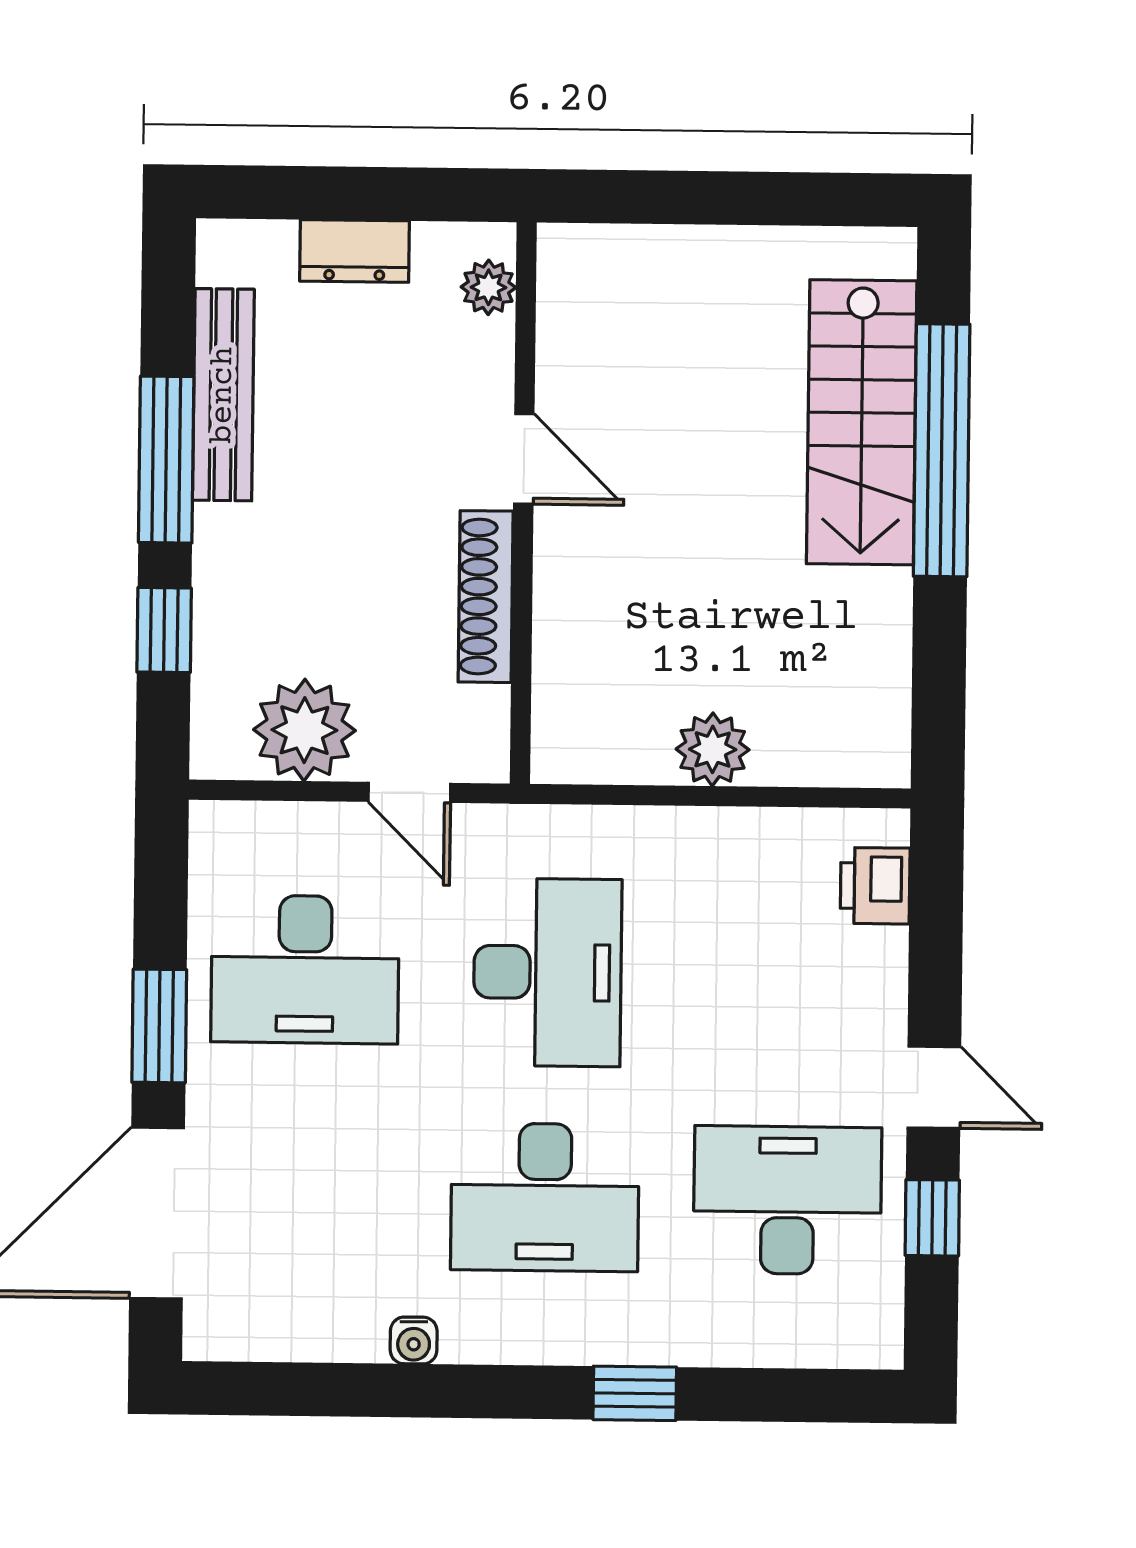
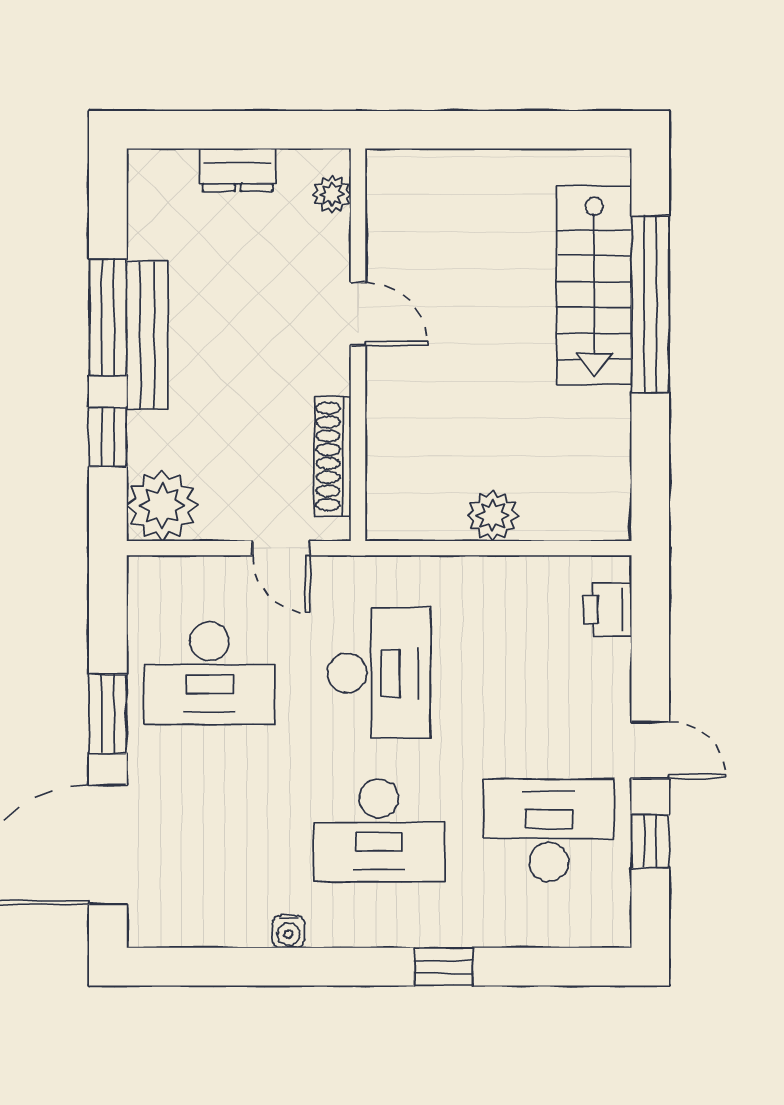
bench: (223, 395) -> (147, 335), moved
shoe rack: (486, 597) -> (332, 456), moved
plant: (304, 730) -> (162, 506), moved

